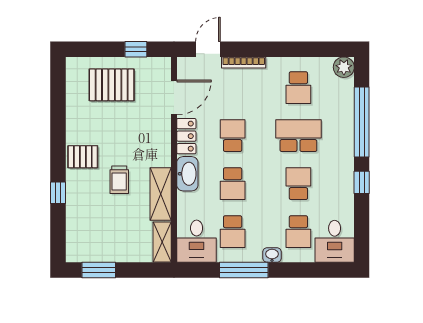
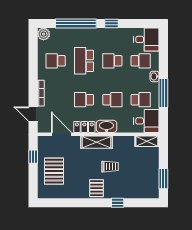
school desk: (298, 88) -> (56, 61), turned 180
shelving: (161, 194) -> (96, 142), moved

